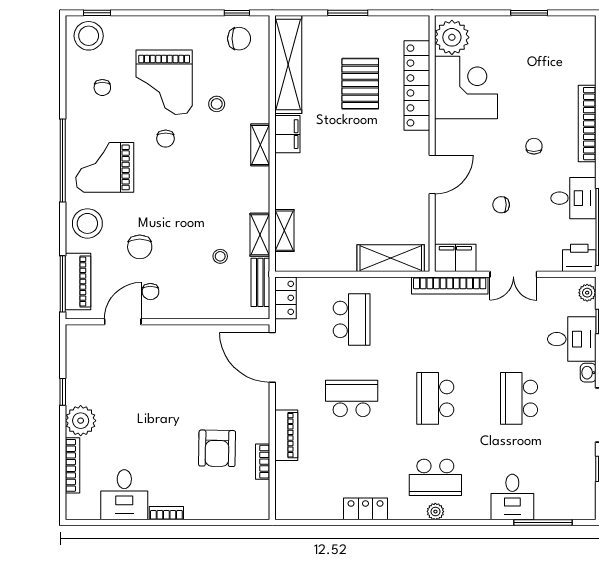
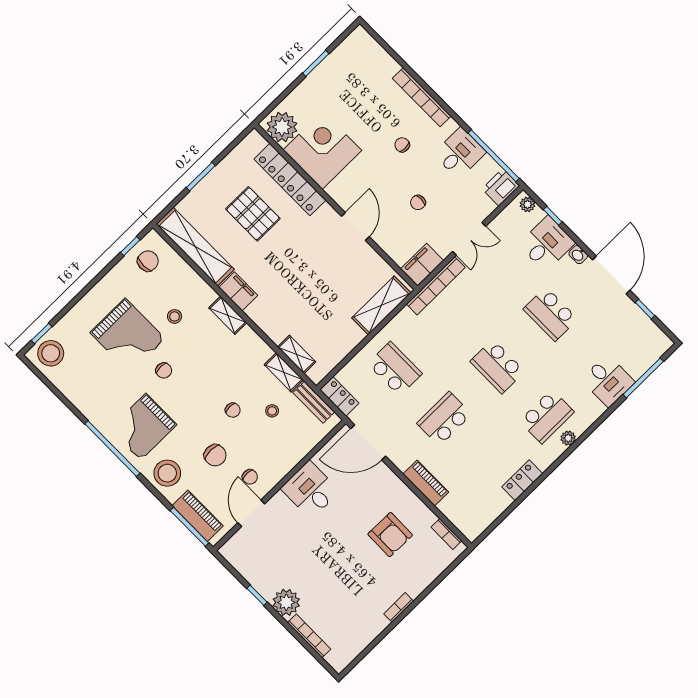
chair: (102, 88) -> (233, 410), moved
bookcase: (263, 462) -> (446, 534), moved
desk: (124, 495) -> (310, 490), moved, turned 180

